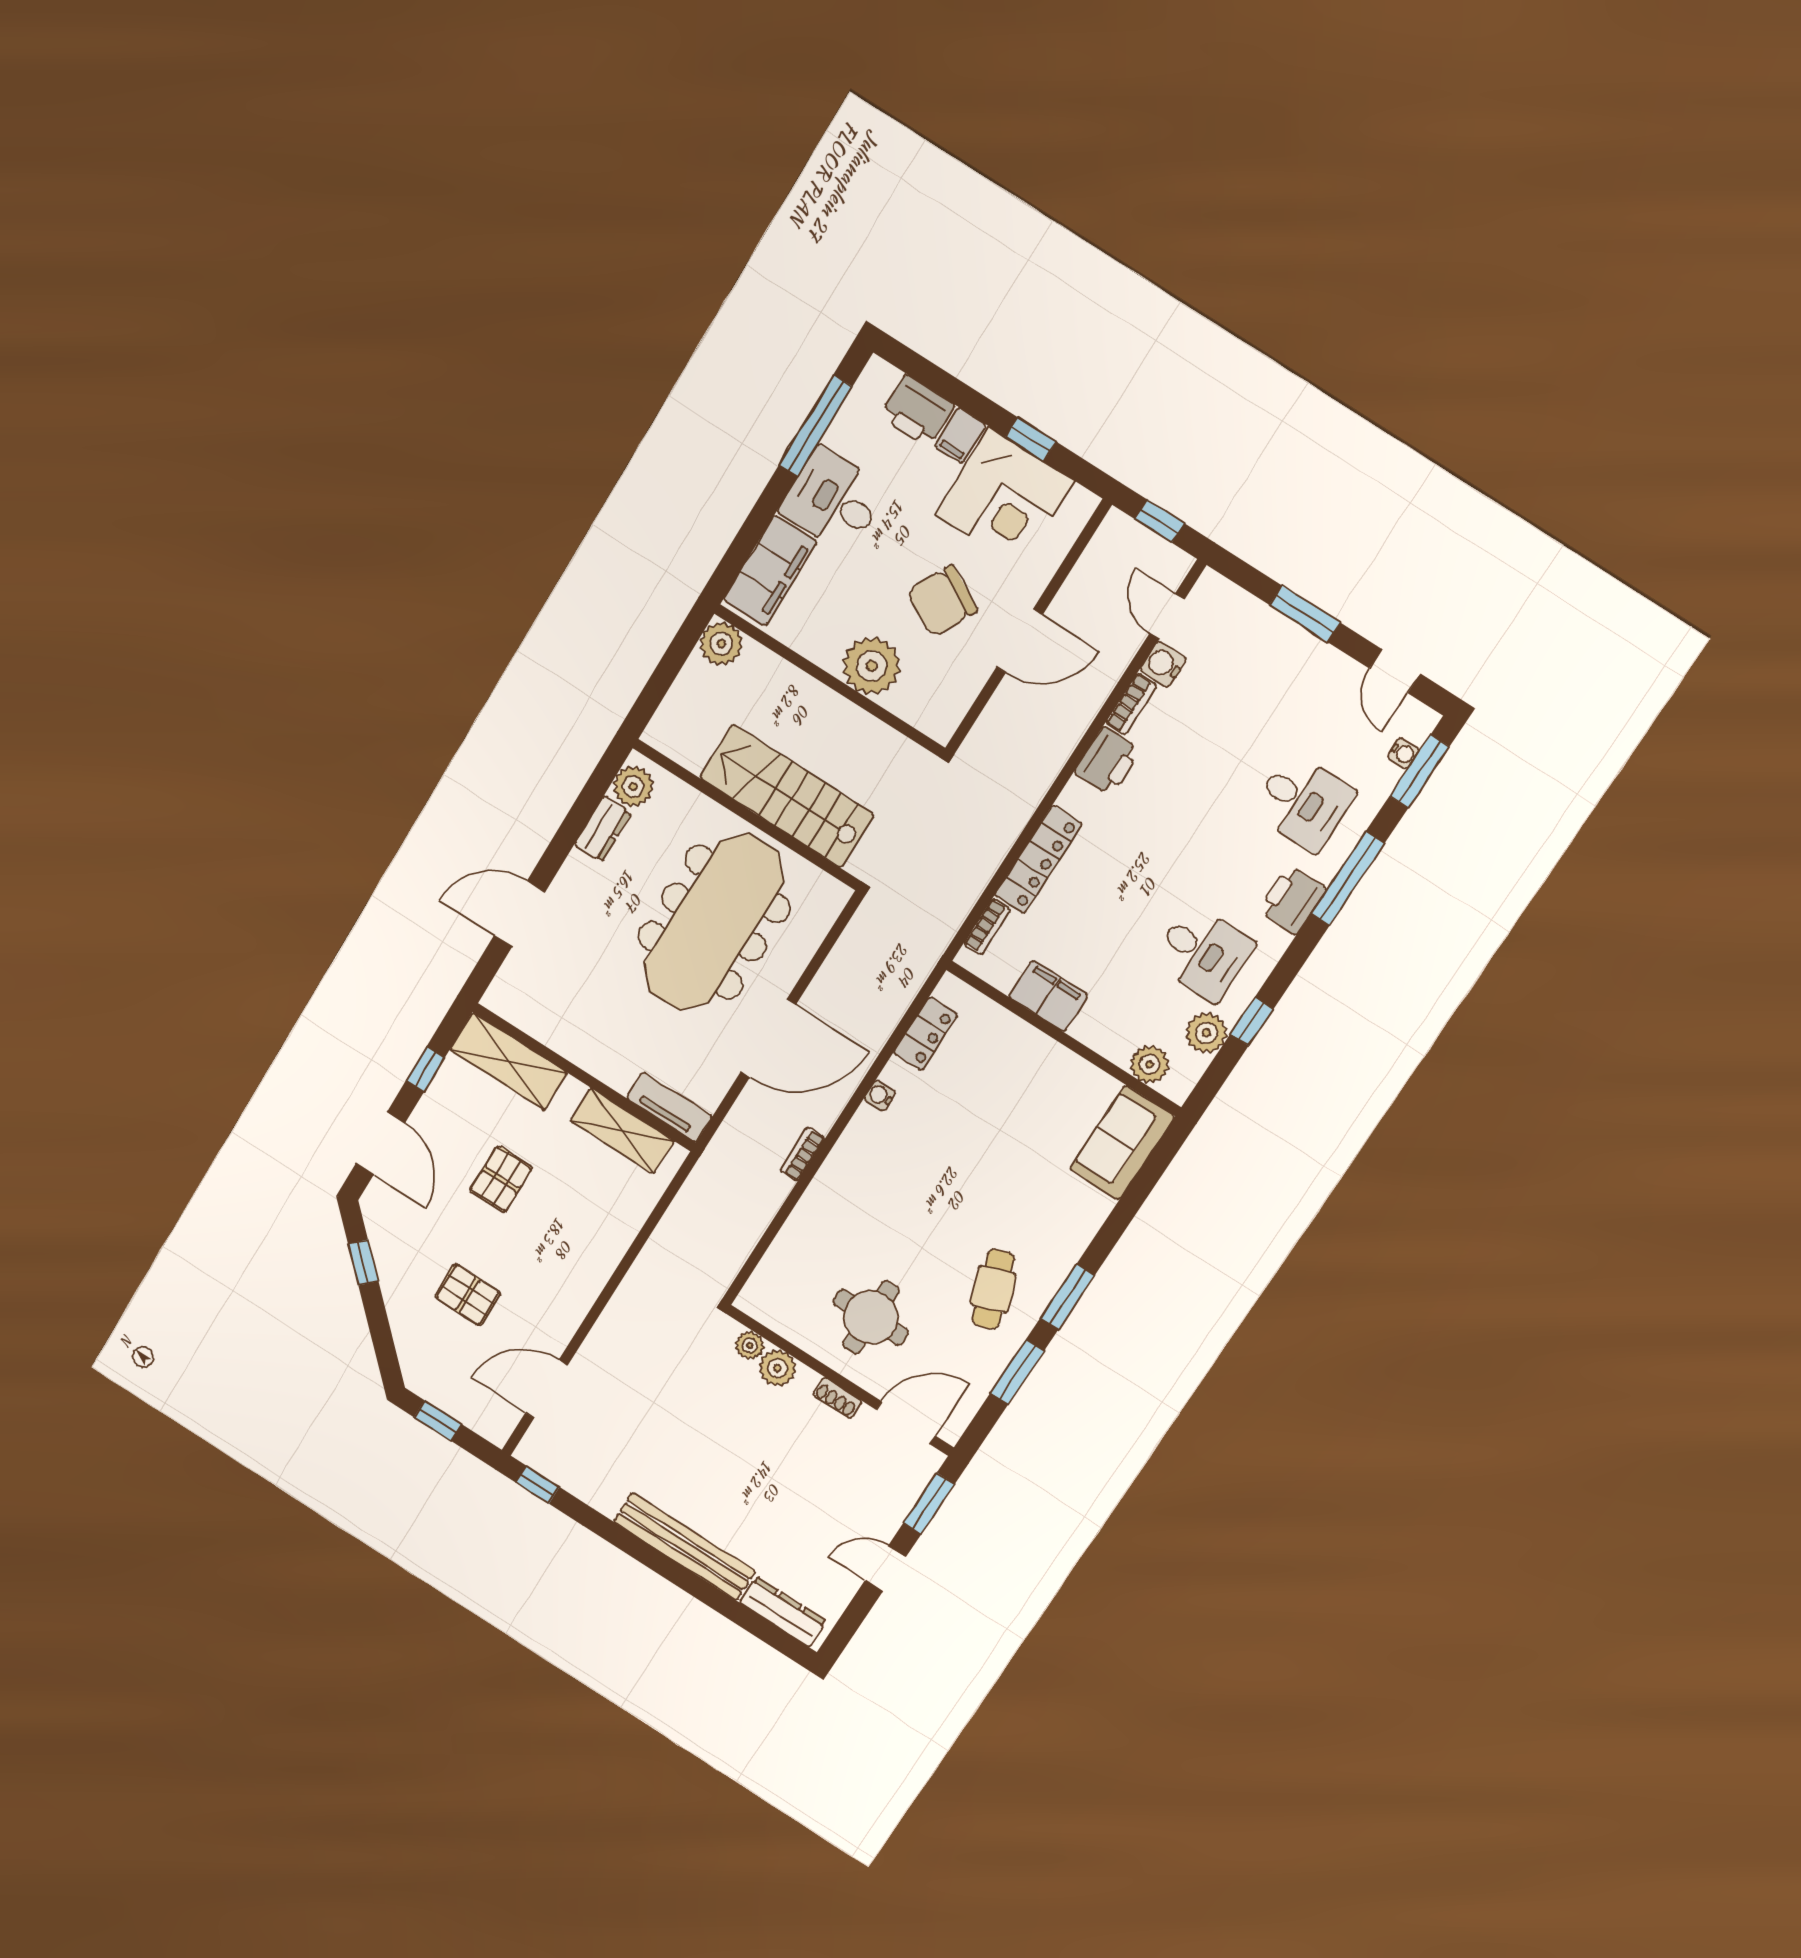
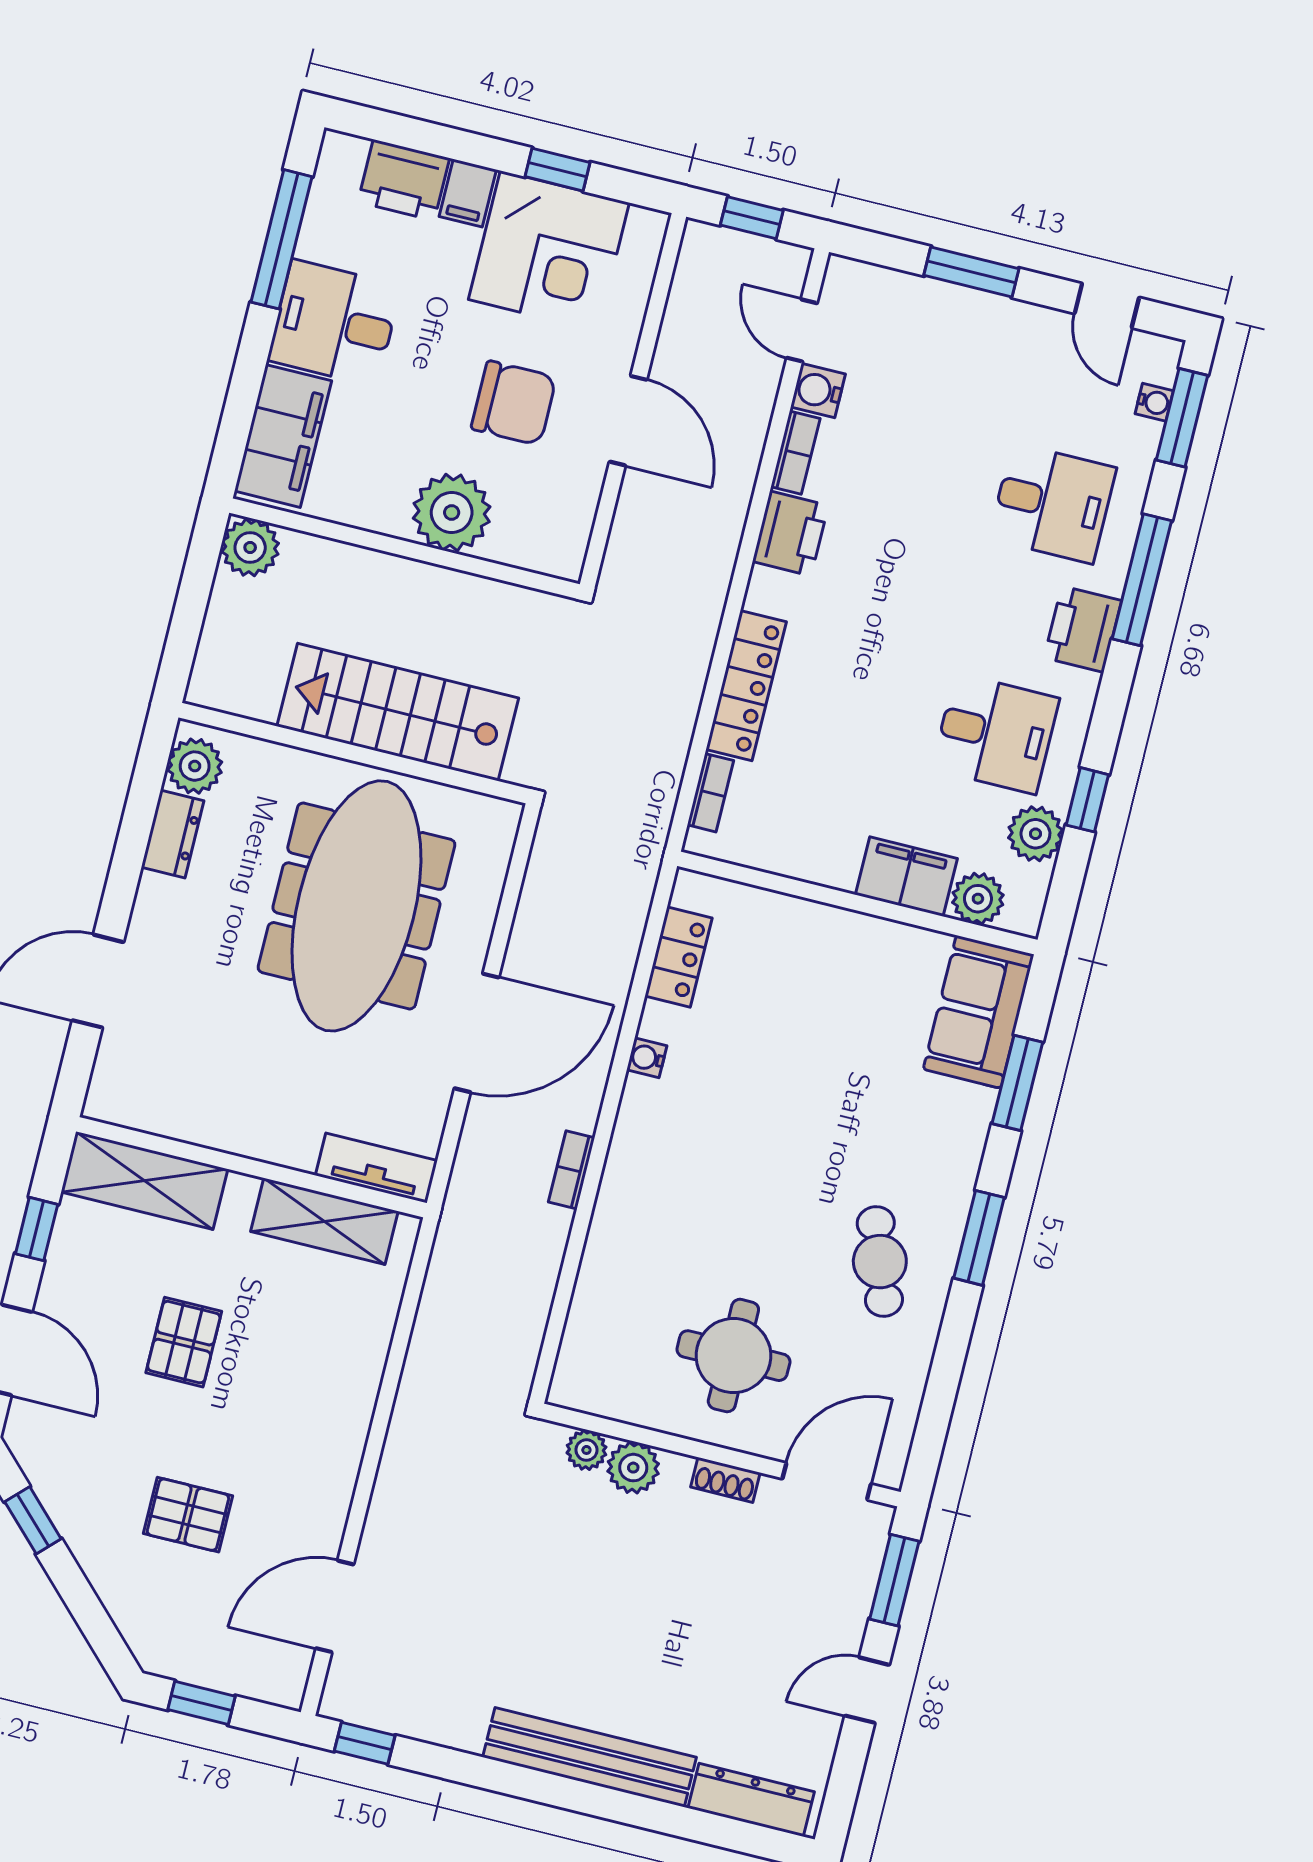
chair: (942, 601) -> (514, 403), turned -118
door: (1019, 641) -> (628, 421), hinge flipped
filing cabinet: (1048, 996) -> (906, 877), moved
window: (1017, 1372) -> (1017, 1083), moved

